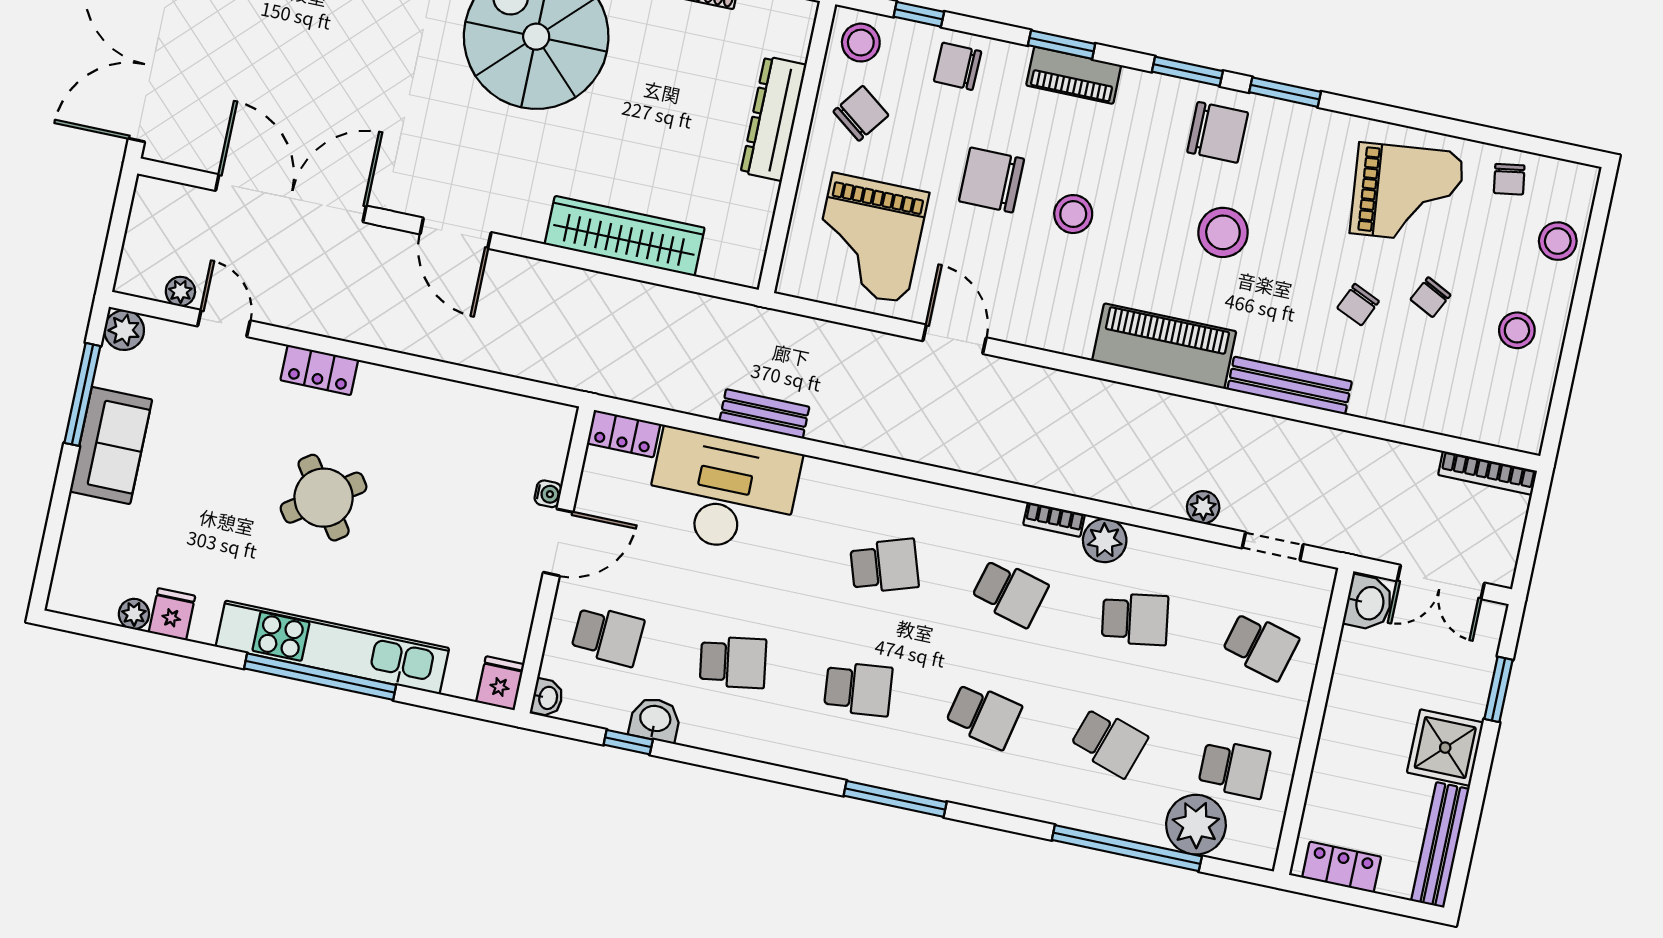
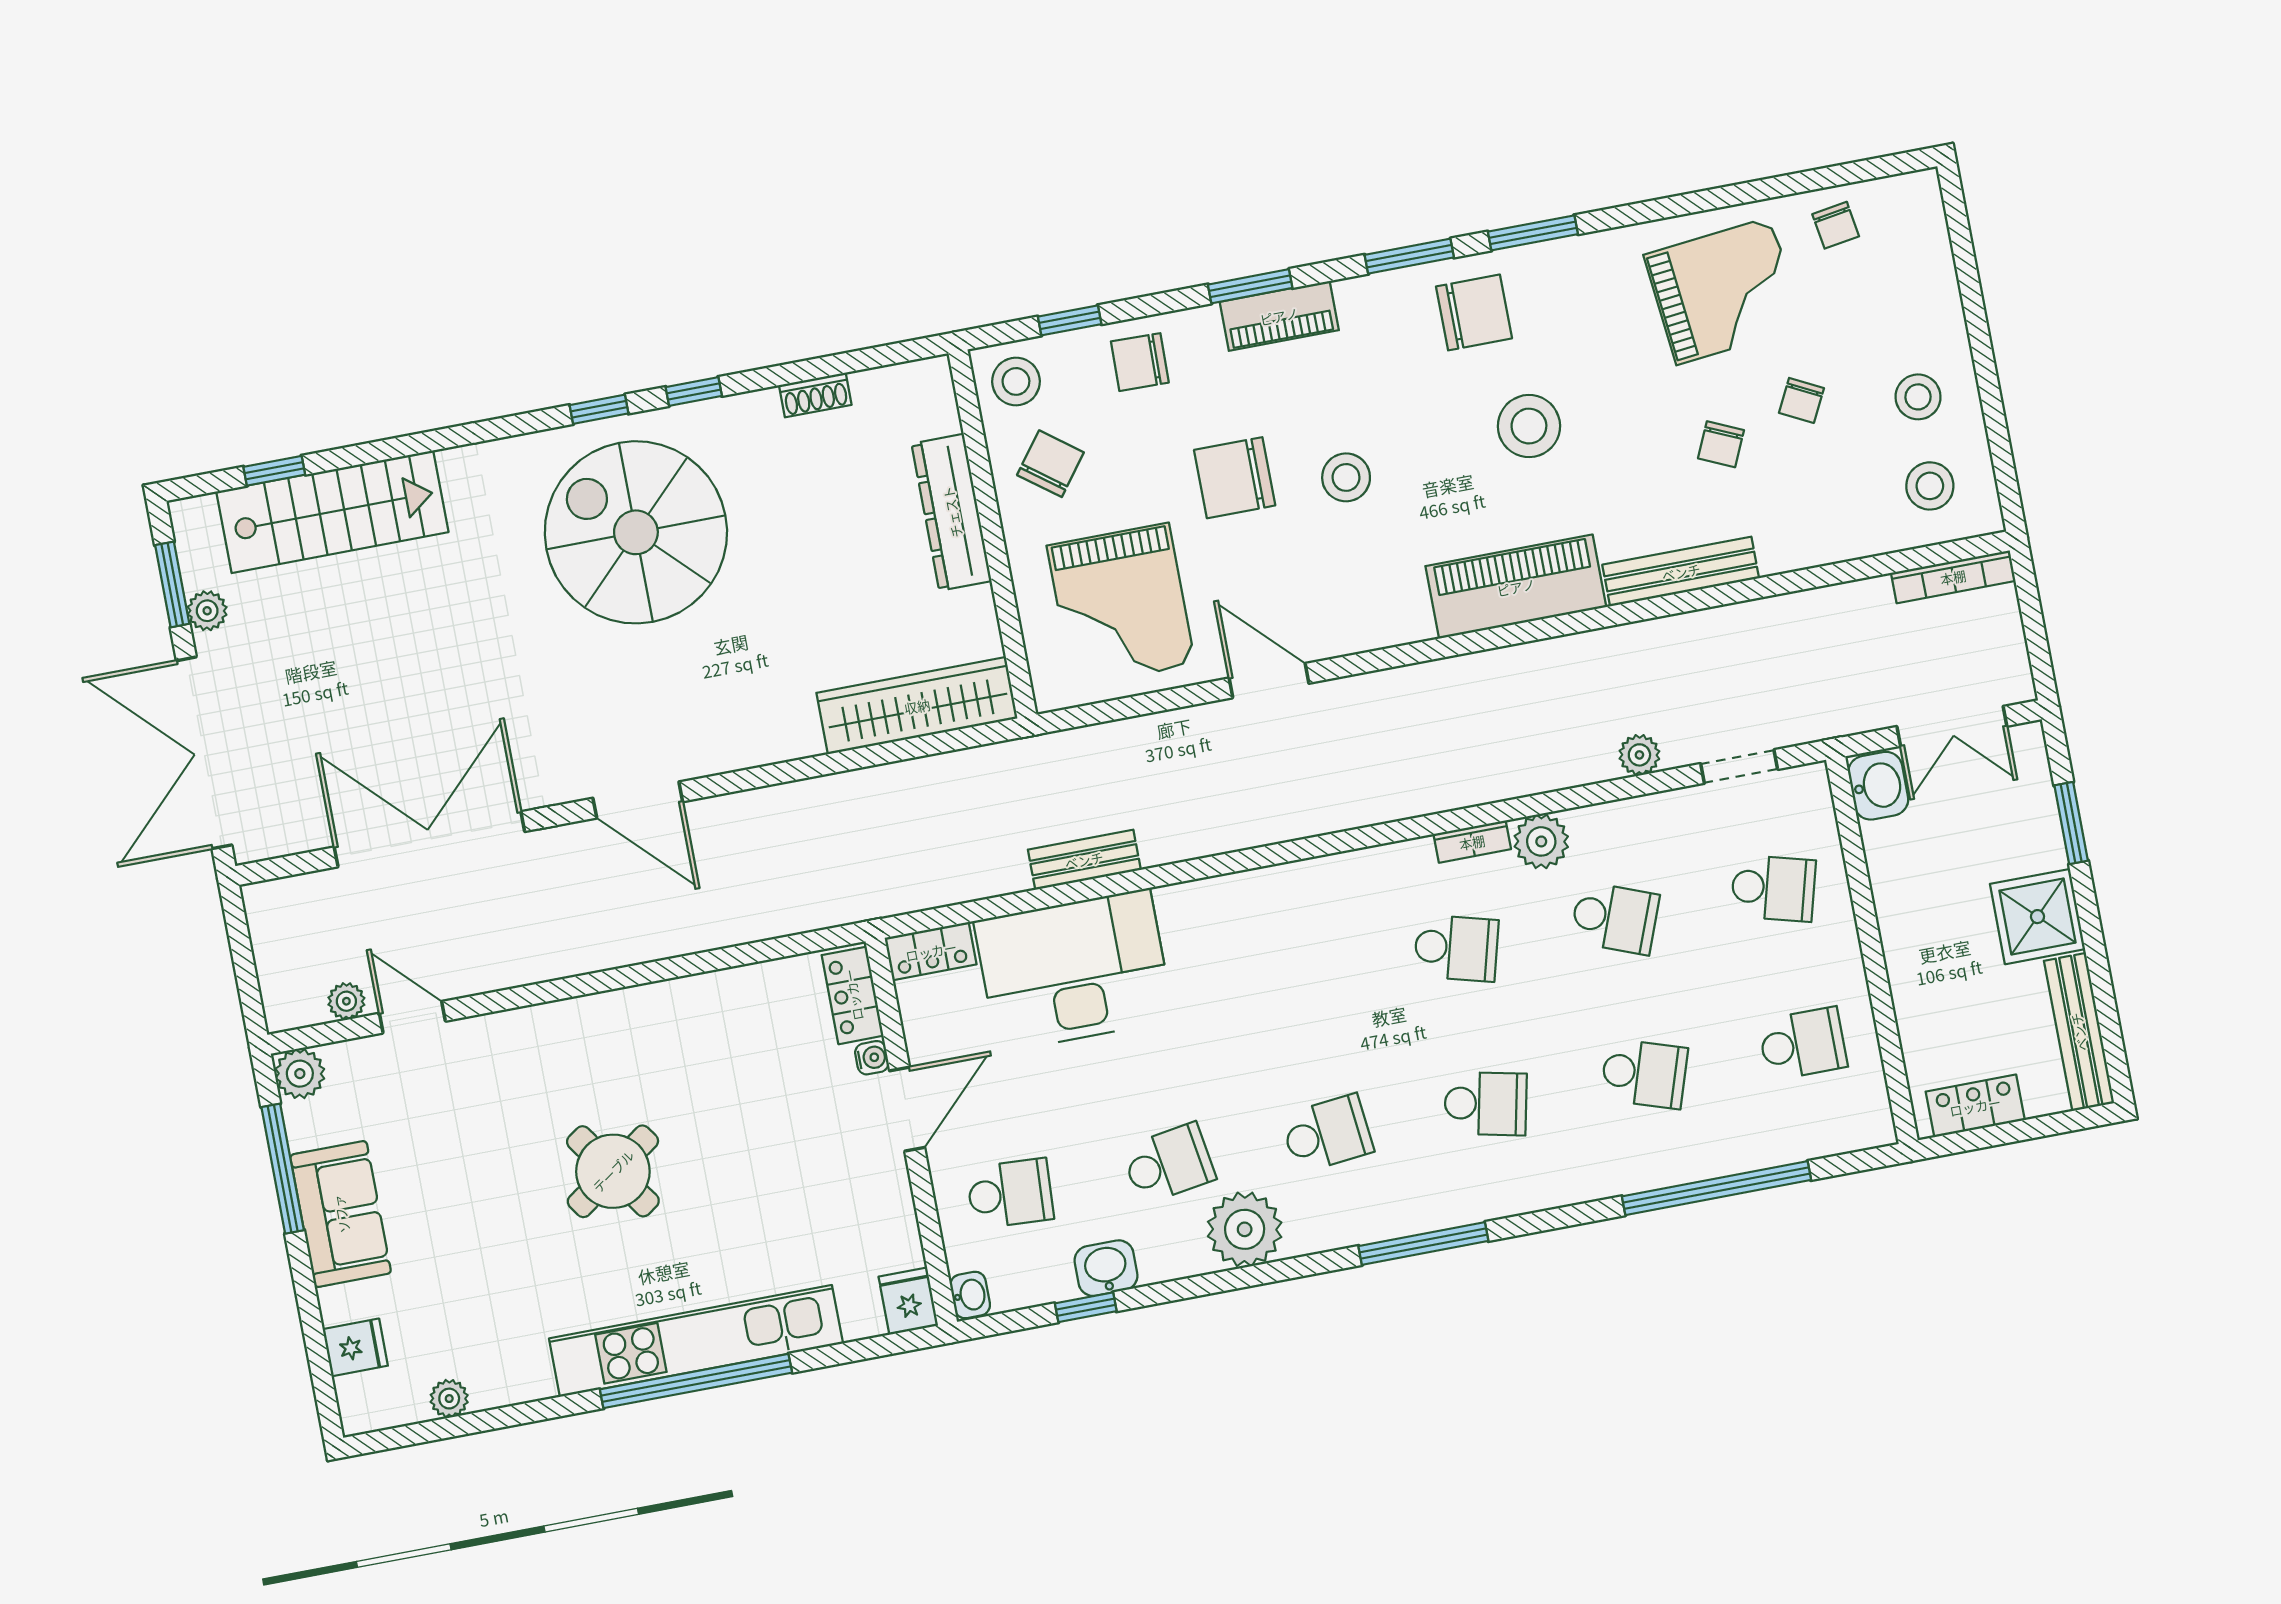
wardrobe: (625, 236) -> (917, 706), moved
stool: (1558, 241) -> (1930, 486), moved
locker: (319, 370) -> (853, 995), moved, turned 90
school desk: (884, 566) -> (1298, 978), removed
fridge: (172, 614) -> (355, 1347), moved, turned 90
school desk: (1135, 619) -> (1615, 918), turned 30
plant: (1196, 825) -> (1245, 1229), moved

